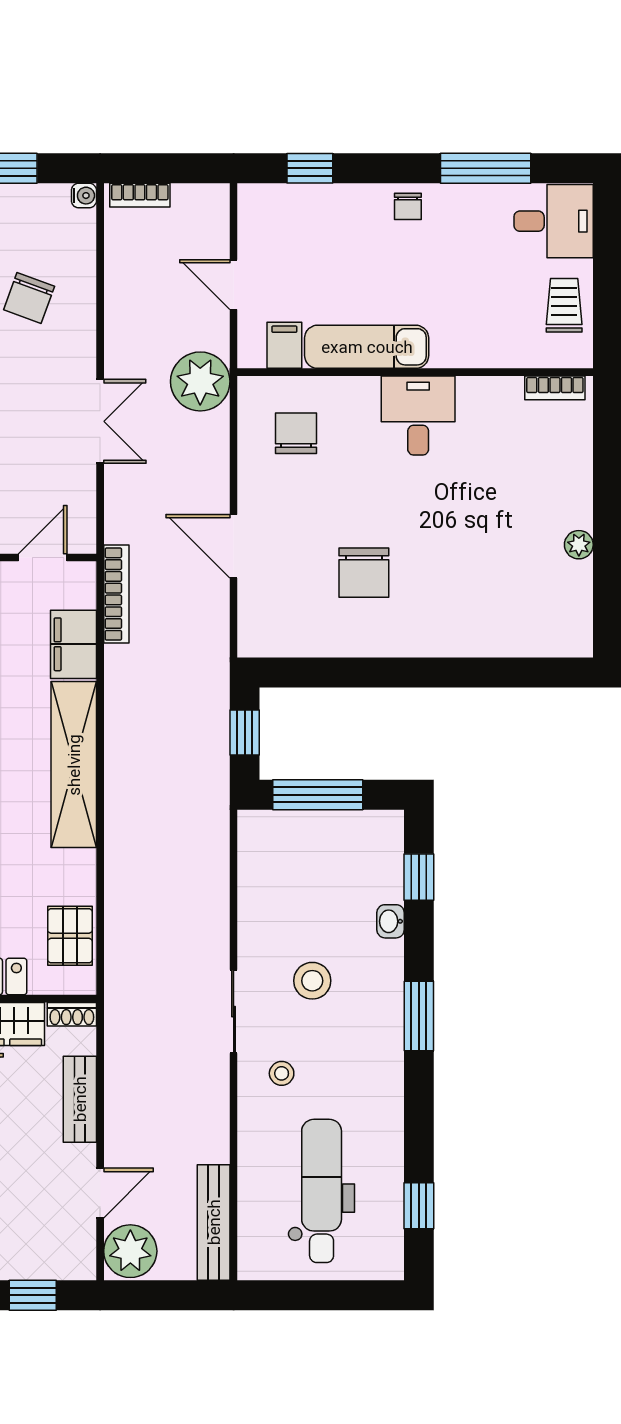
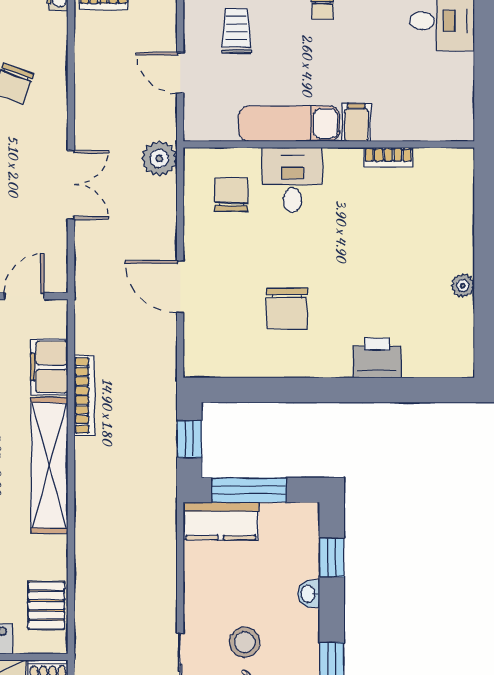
trolley: (564, 305) -> (237, 31), moved
filing cabinet: (284, 345) -> (356, 122), moved
plant: (200, 381) -> (159, 158), width x0.73, depth x0.73
bookcase: (555, 388) -> (388, 157), moved
desk: (418, 416) -> (292, 180), moved
bookcase: (116, 594) -> (84, 395), moved
printer: (474, 633) -> (377, 358), added
kitchen counter: (283, 833) -> (221, 521), added

